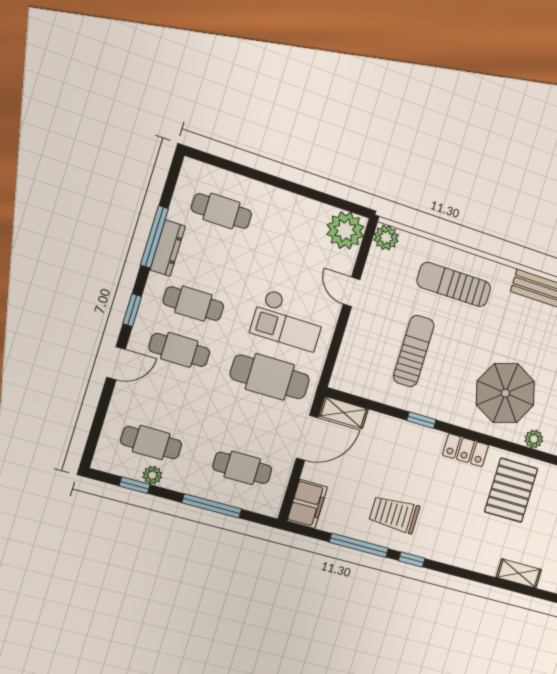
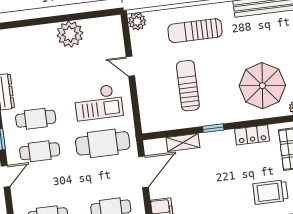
cafe table: (222, 211) -> (28, 54), removed
plant: (345, 230) -> (70, 34), moved
shelving: (344, 412) -> (183, 143), moved
trolley: (394, 514) -> (270, 192), moved

